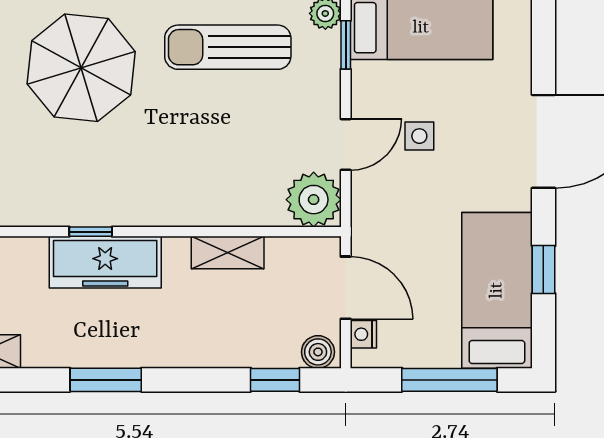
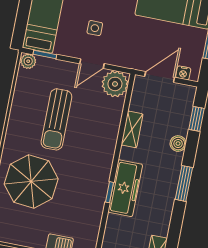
sun lounger: (228, 47) -> (56, 119), moved
door: (346, 144) -> (92, 64), swing flipped
boiler: (318, 352) -> (178, 144), moved
window: (106, 380) -> (184, 183), moved

